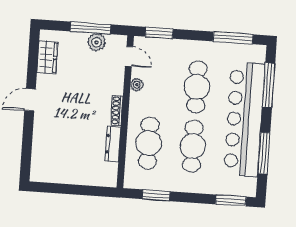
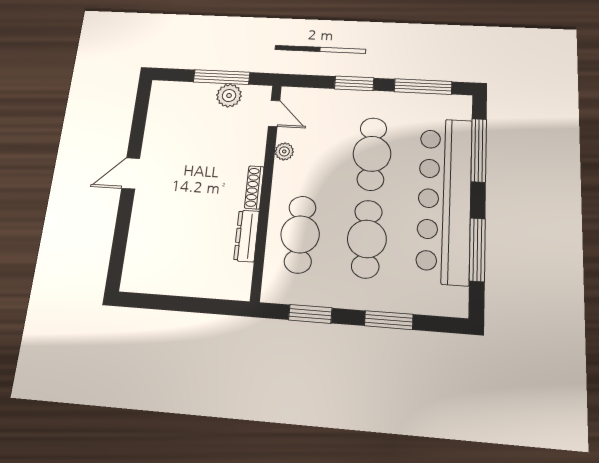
window: (159, 33) -> (354, 83), moved
wardrobe: (47, 57) -> (159, 116), removed
window: (231, 200) -> (389, 320), moved

